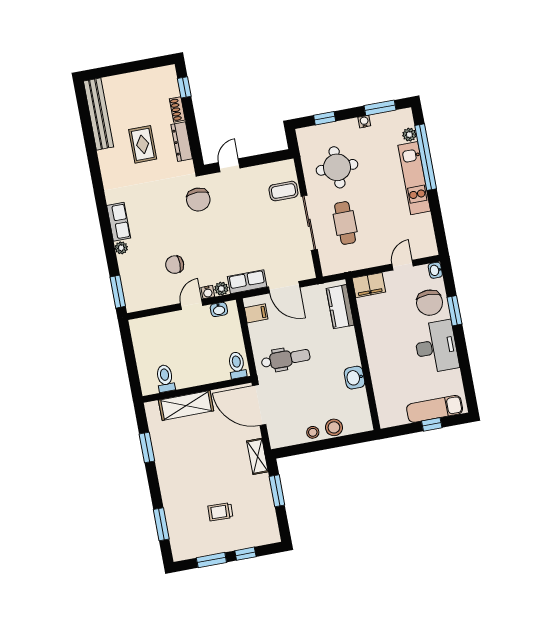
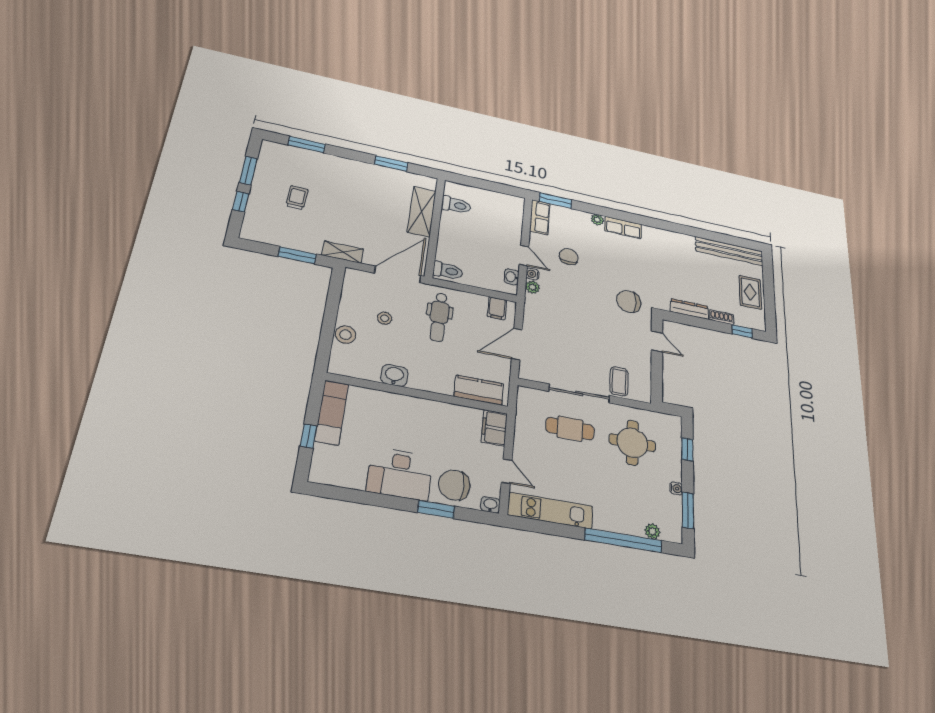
rug: (143, 144) -> (750, 292), moved, turned 90
kitchen unit: (414, 178) -> (550, 511), moved
row of seats: (247, 282) -> (540, 217), moved
exam couch: (435, 409) -> (332, 412), moved
stool: (313, 432) -> (385, 318), moved

